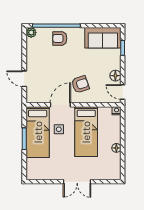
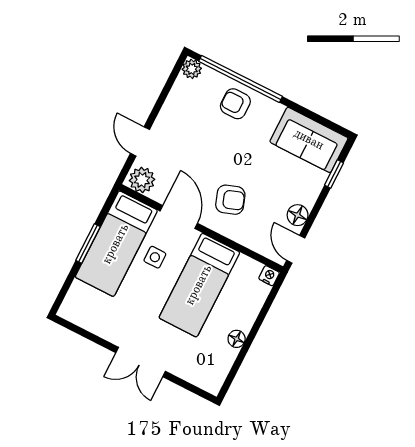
plant: (34, 96) -> (142, 180), added
door: (60, 105) -> (179, 217), hinge flipped

